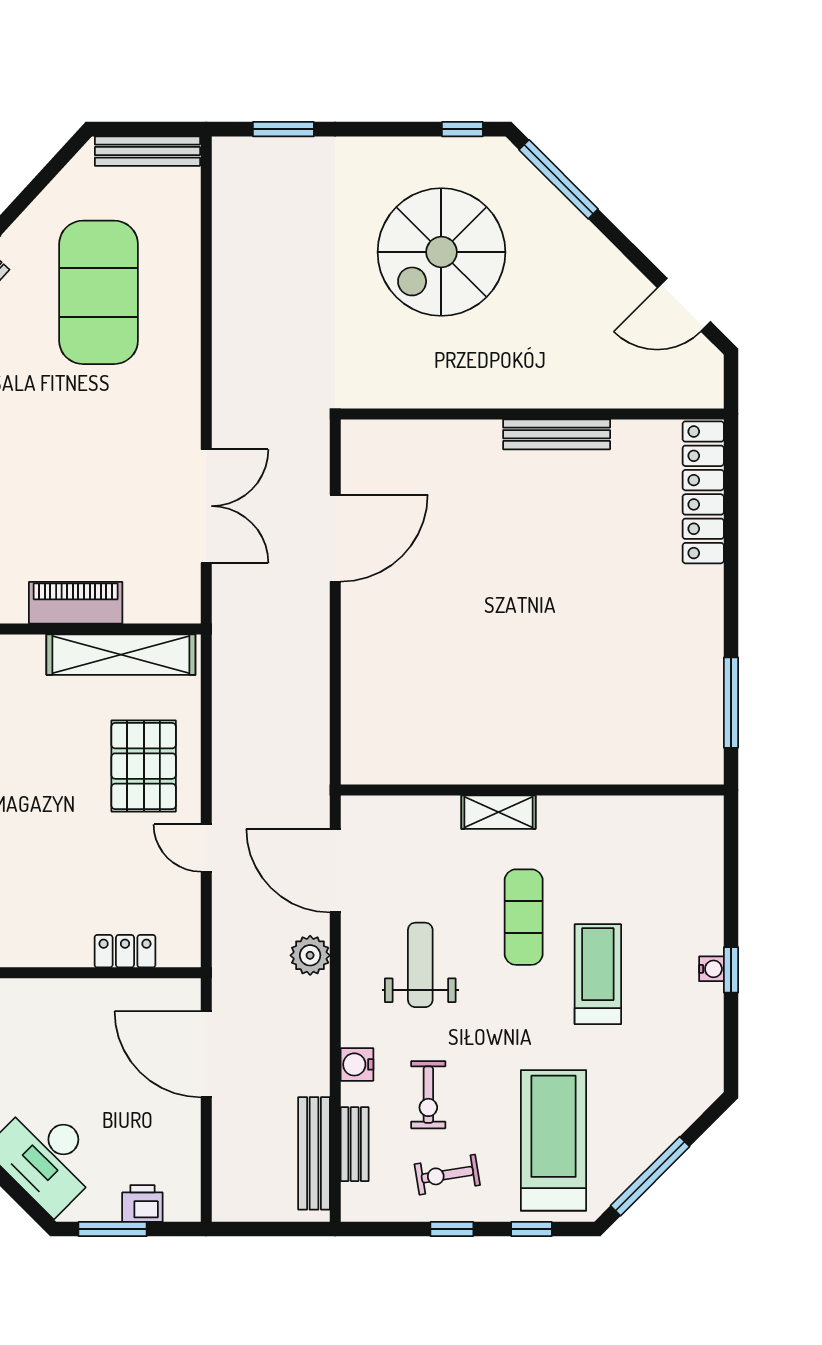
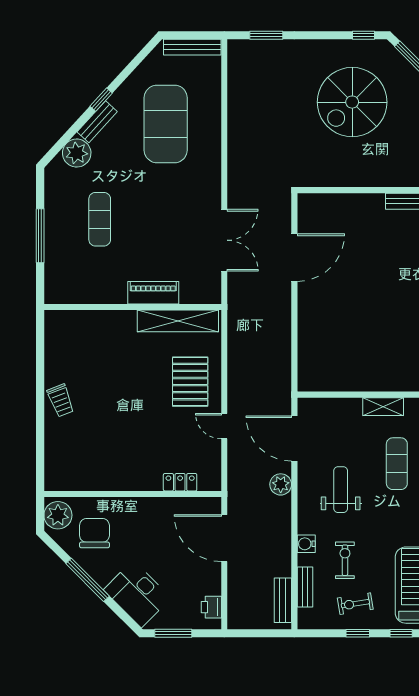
exercise bike: (428, 1095) -> (345, 560), turned 180
bench: (314, 1153) -> (283, 600), width x0.73
printer: (142, 1203) -> (211, 607), moved, turned -90

